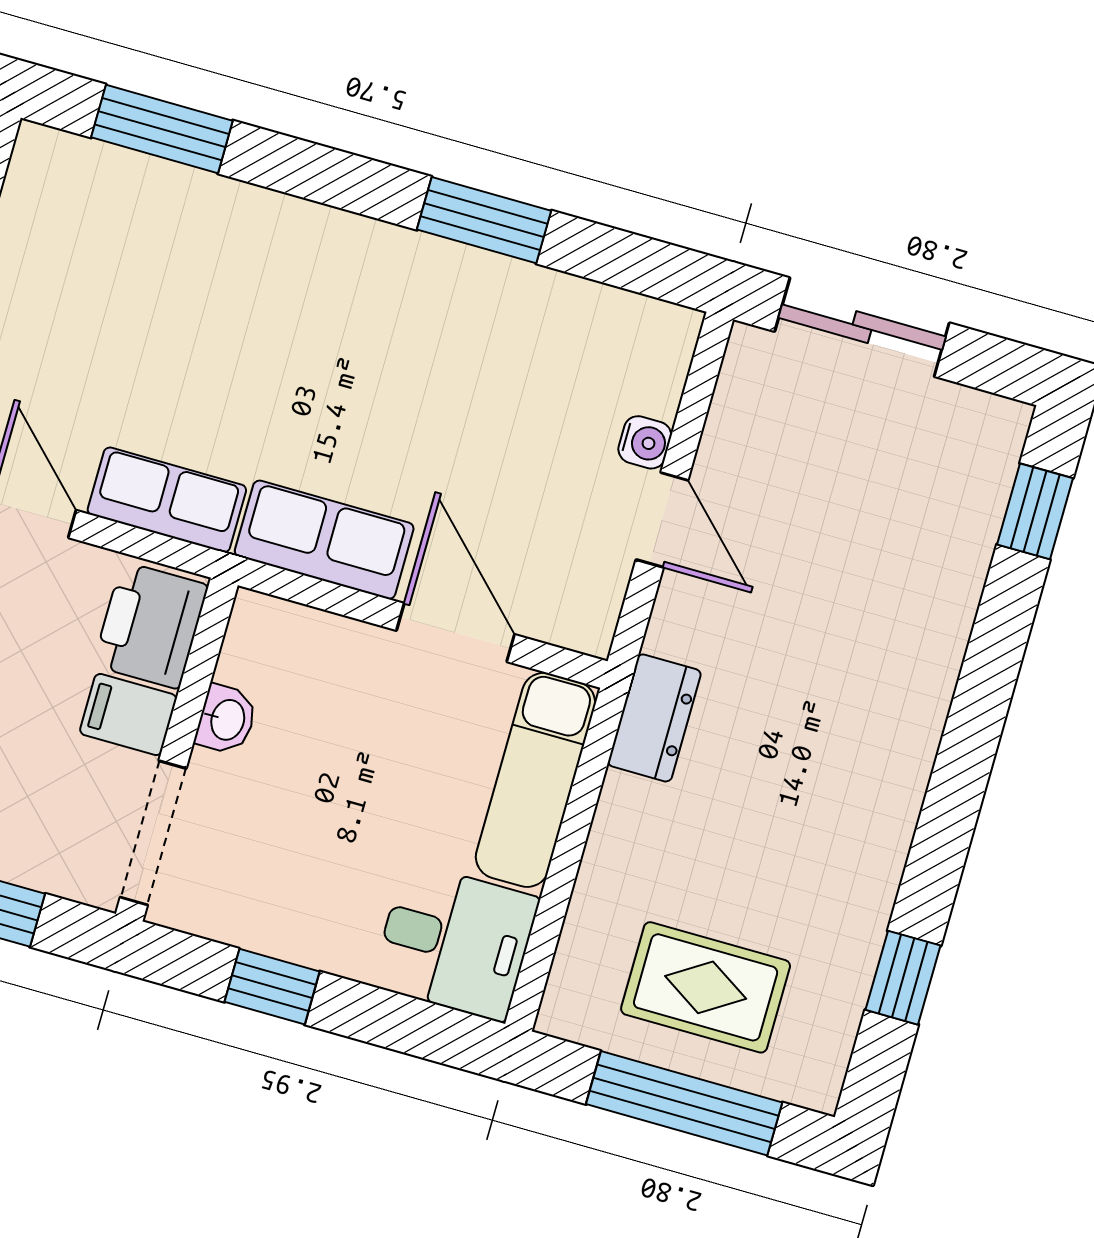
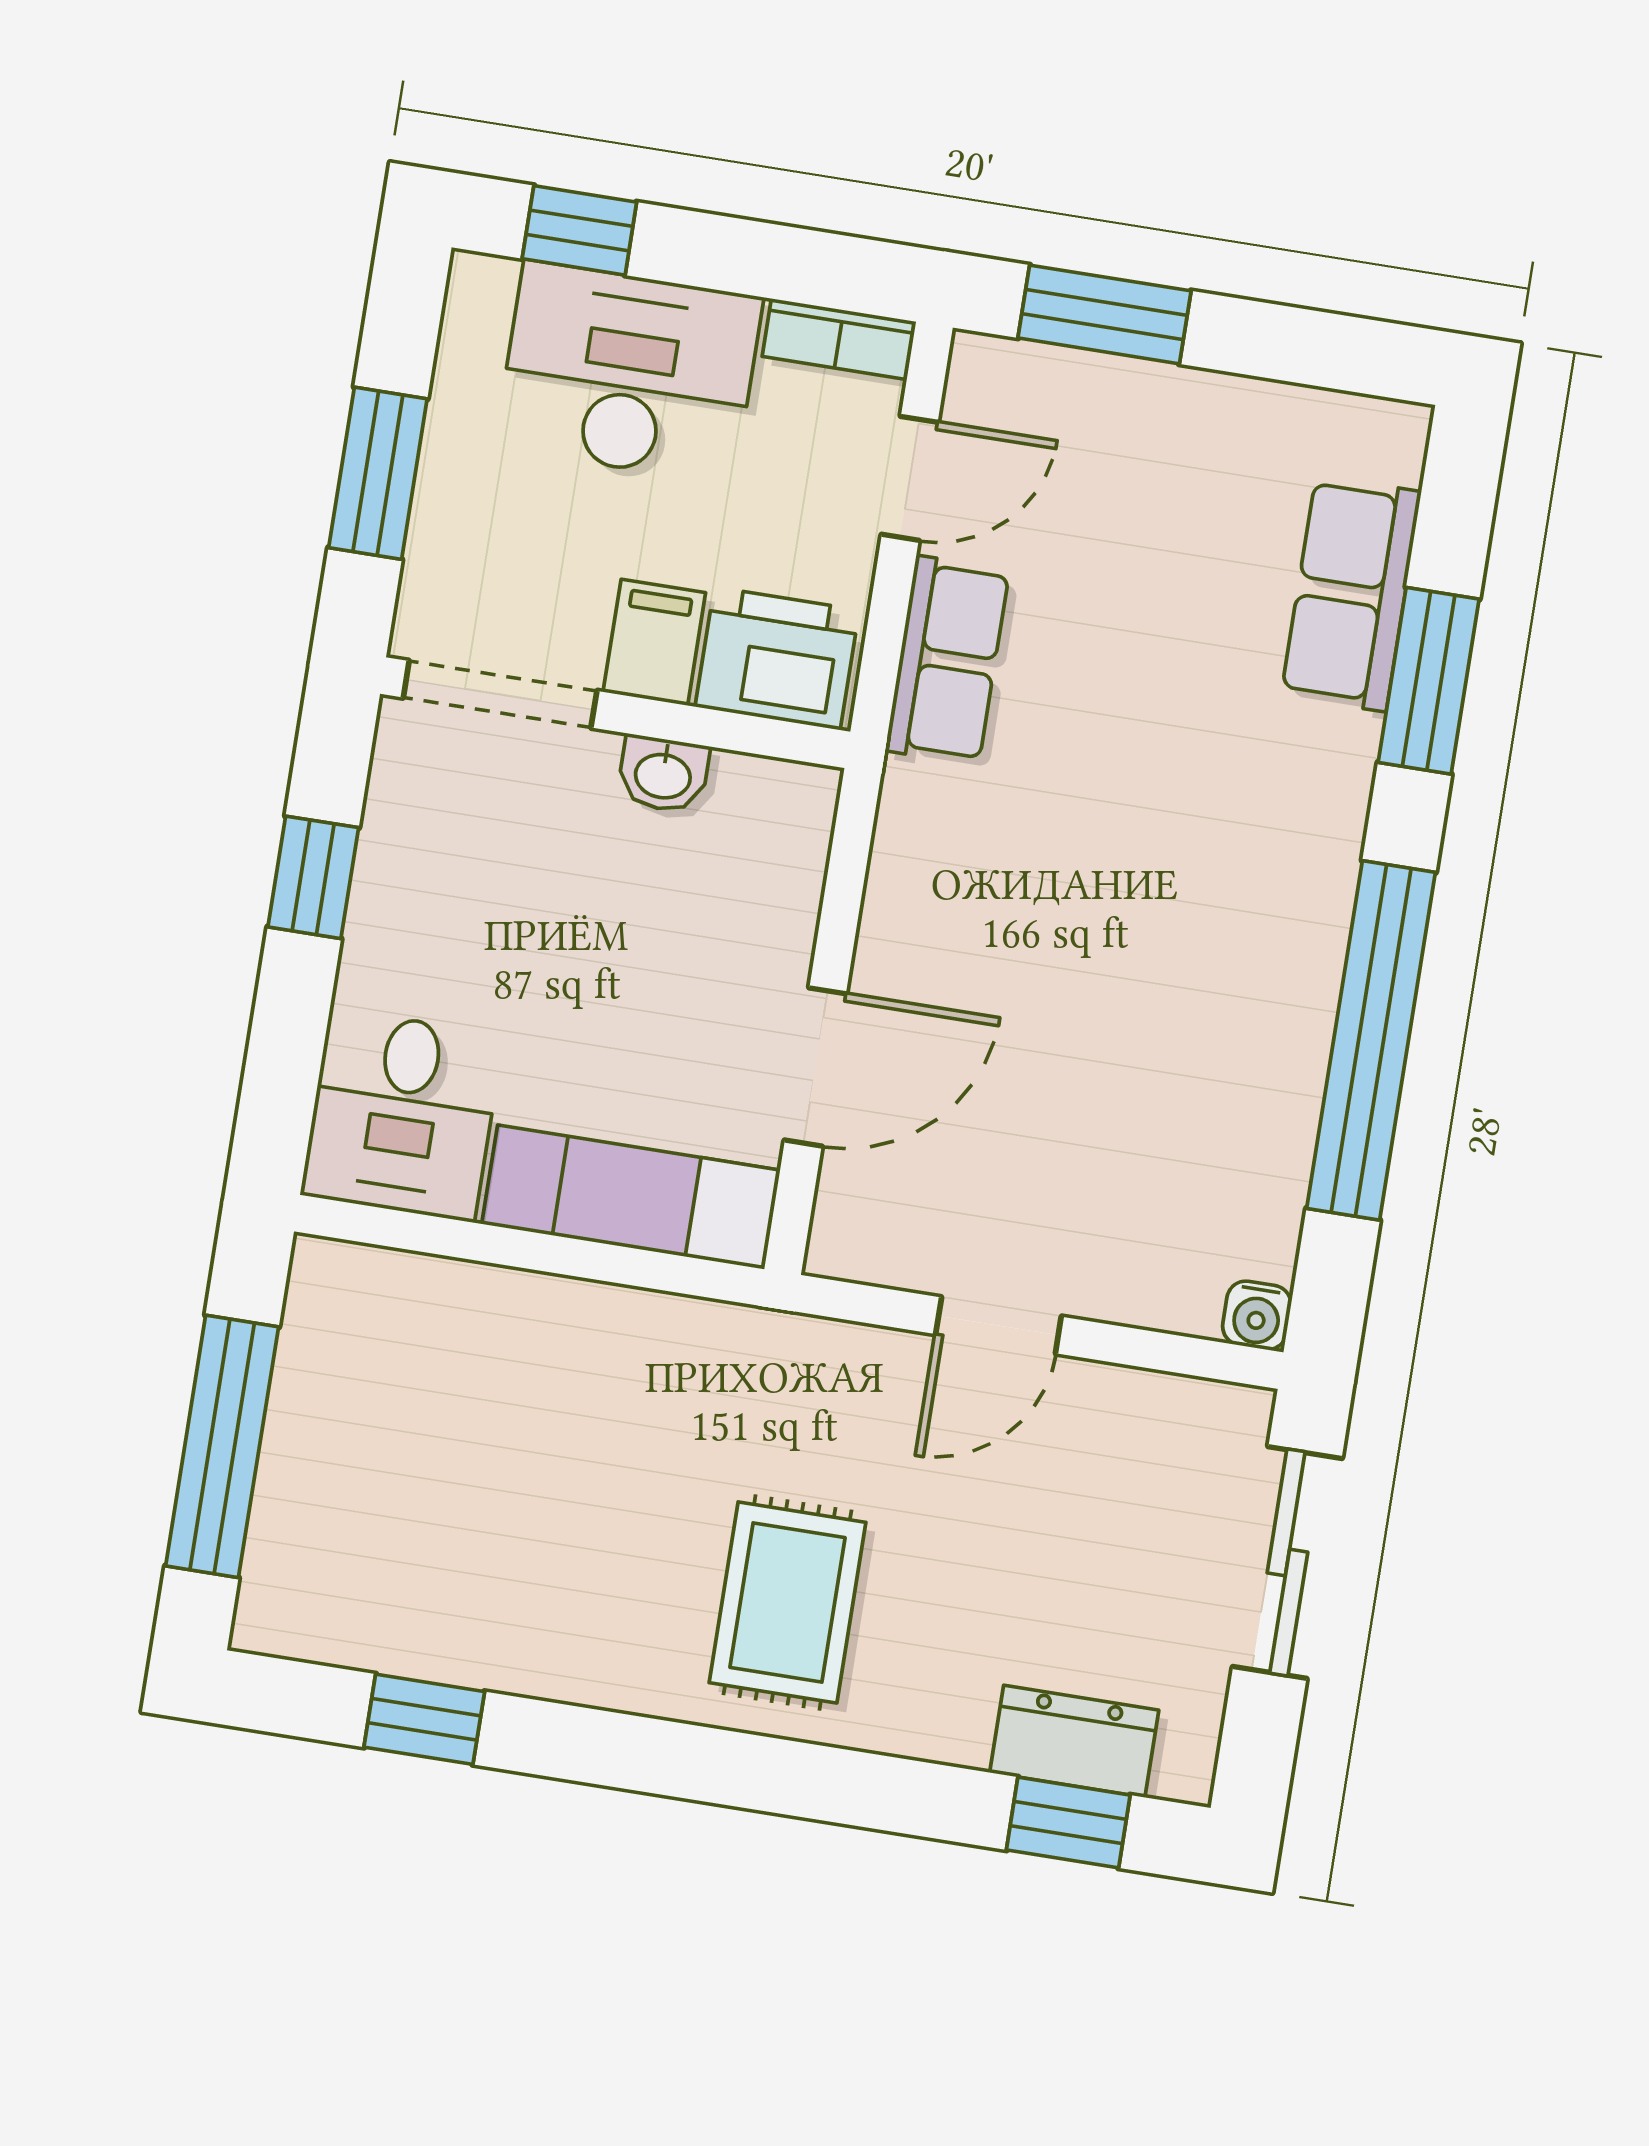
window: (162, 129) -> (1429, 681), moved
window: (484, 220) -> (1371, 1040), width x2.11
water cooler: (645, 442) -> (1257, 1315), moved
row of seats: (324, 540) -> (1351, 593), moved, turned 180
dresser: (654, 718) -> (1074, 1741), moved, turned 180
rug: (706, 987) -> (788, 1602), moved

